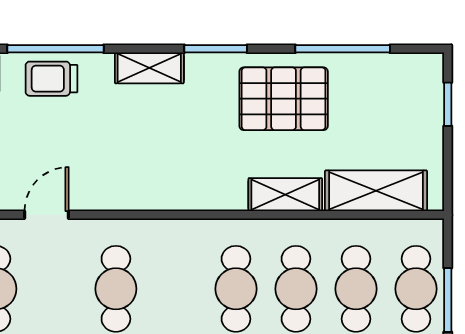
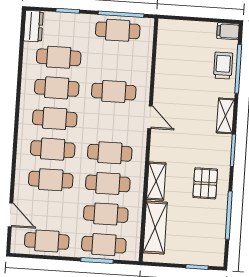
pallet: (284, 99) -> (205, 183), width x0.67, depth x0.71
door: (47, 215) -> (150, 117), moved

